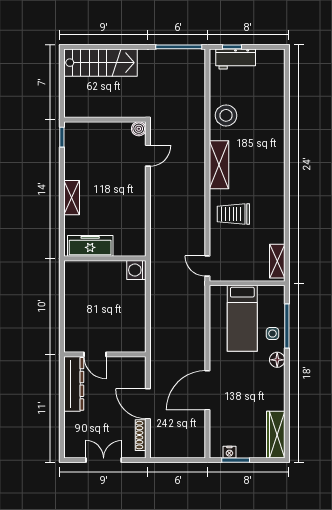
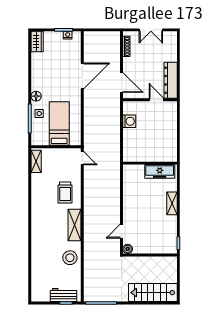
trolley: (233, 214) -> (65, 193), turned 90
washing machine: (136, 270) -> (129, 121), moved
door: (148, 404) -> (122, 83), moved
wardrobe: (276, 435) -> (37, 42), width x0.67

